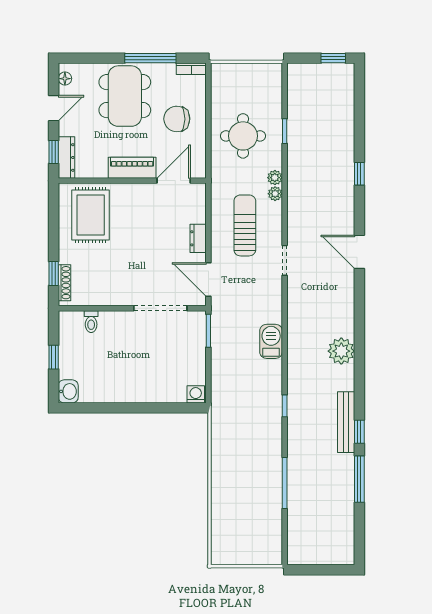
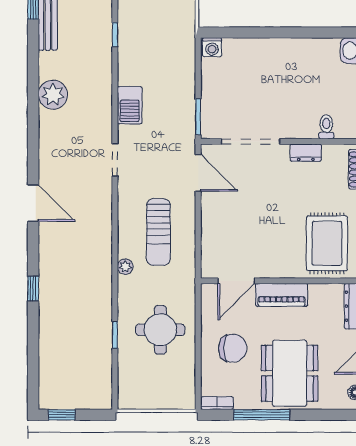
plant: (275, 178) -> (126, 284), removed
dresser: (198, 238) -> (306, 153), moved, turned 90
doorway: (285, 260) -> (115, 160), moved

